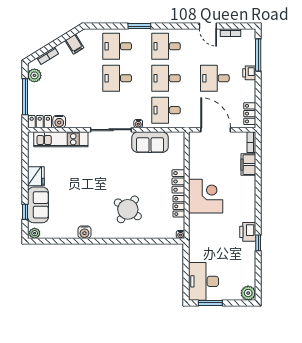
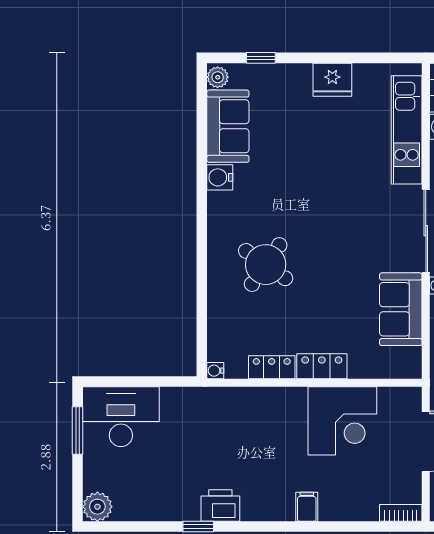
filing cabinet: (248, 165) -> (307, 507), moved, width x0.50
corner desk: (206, 196) -> (342, 421), moved
sofa: (38, 205) -> (228, 126), moved, turned -90

